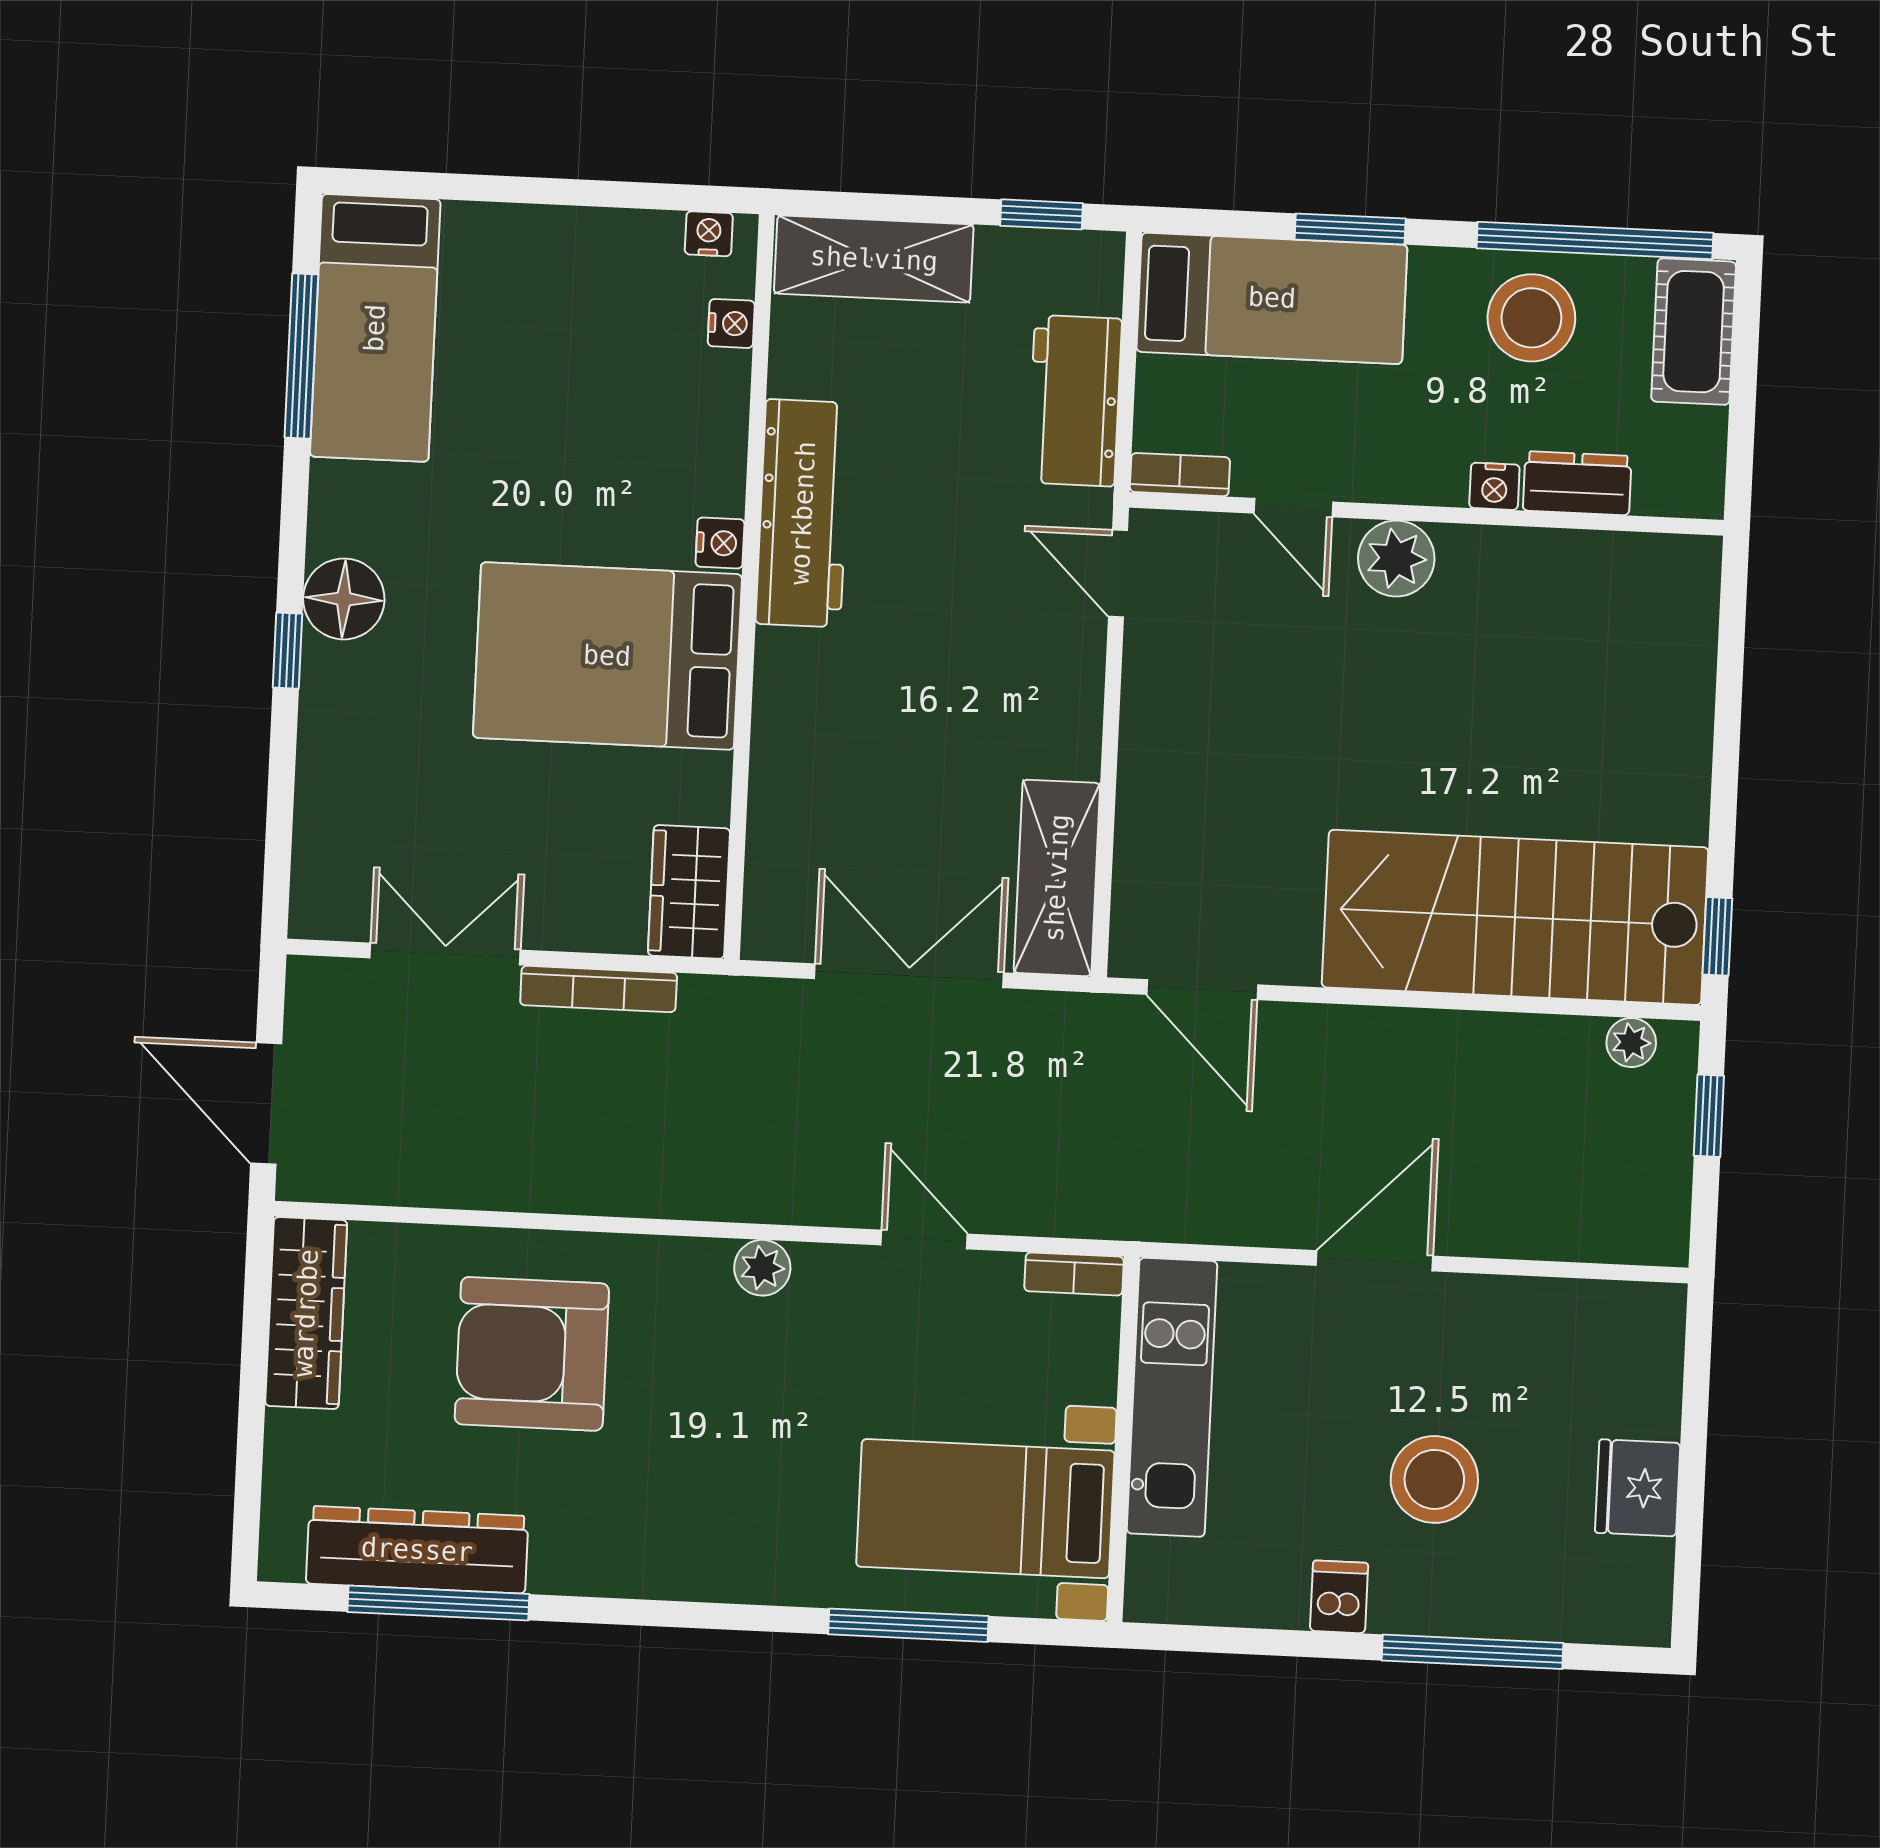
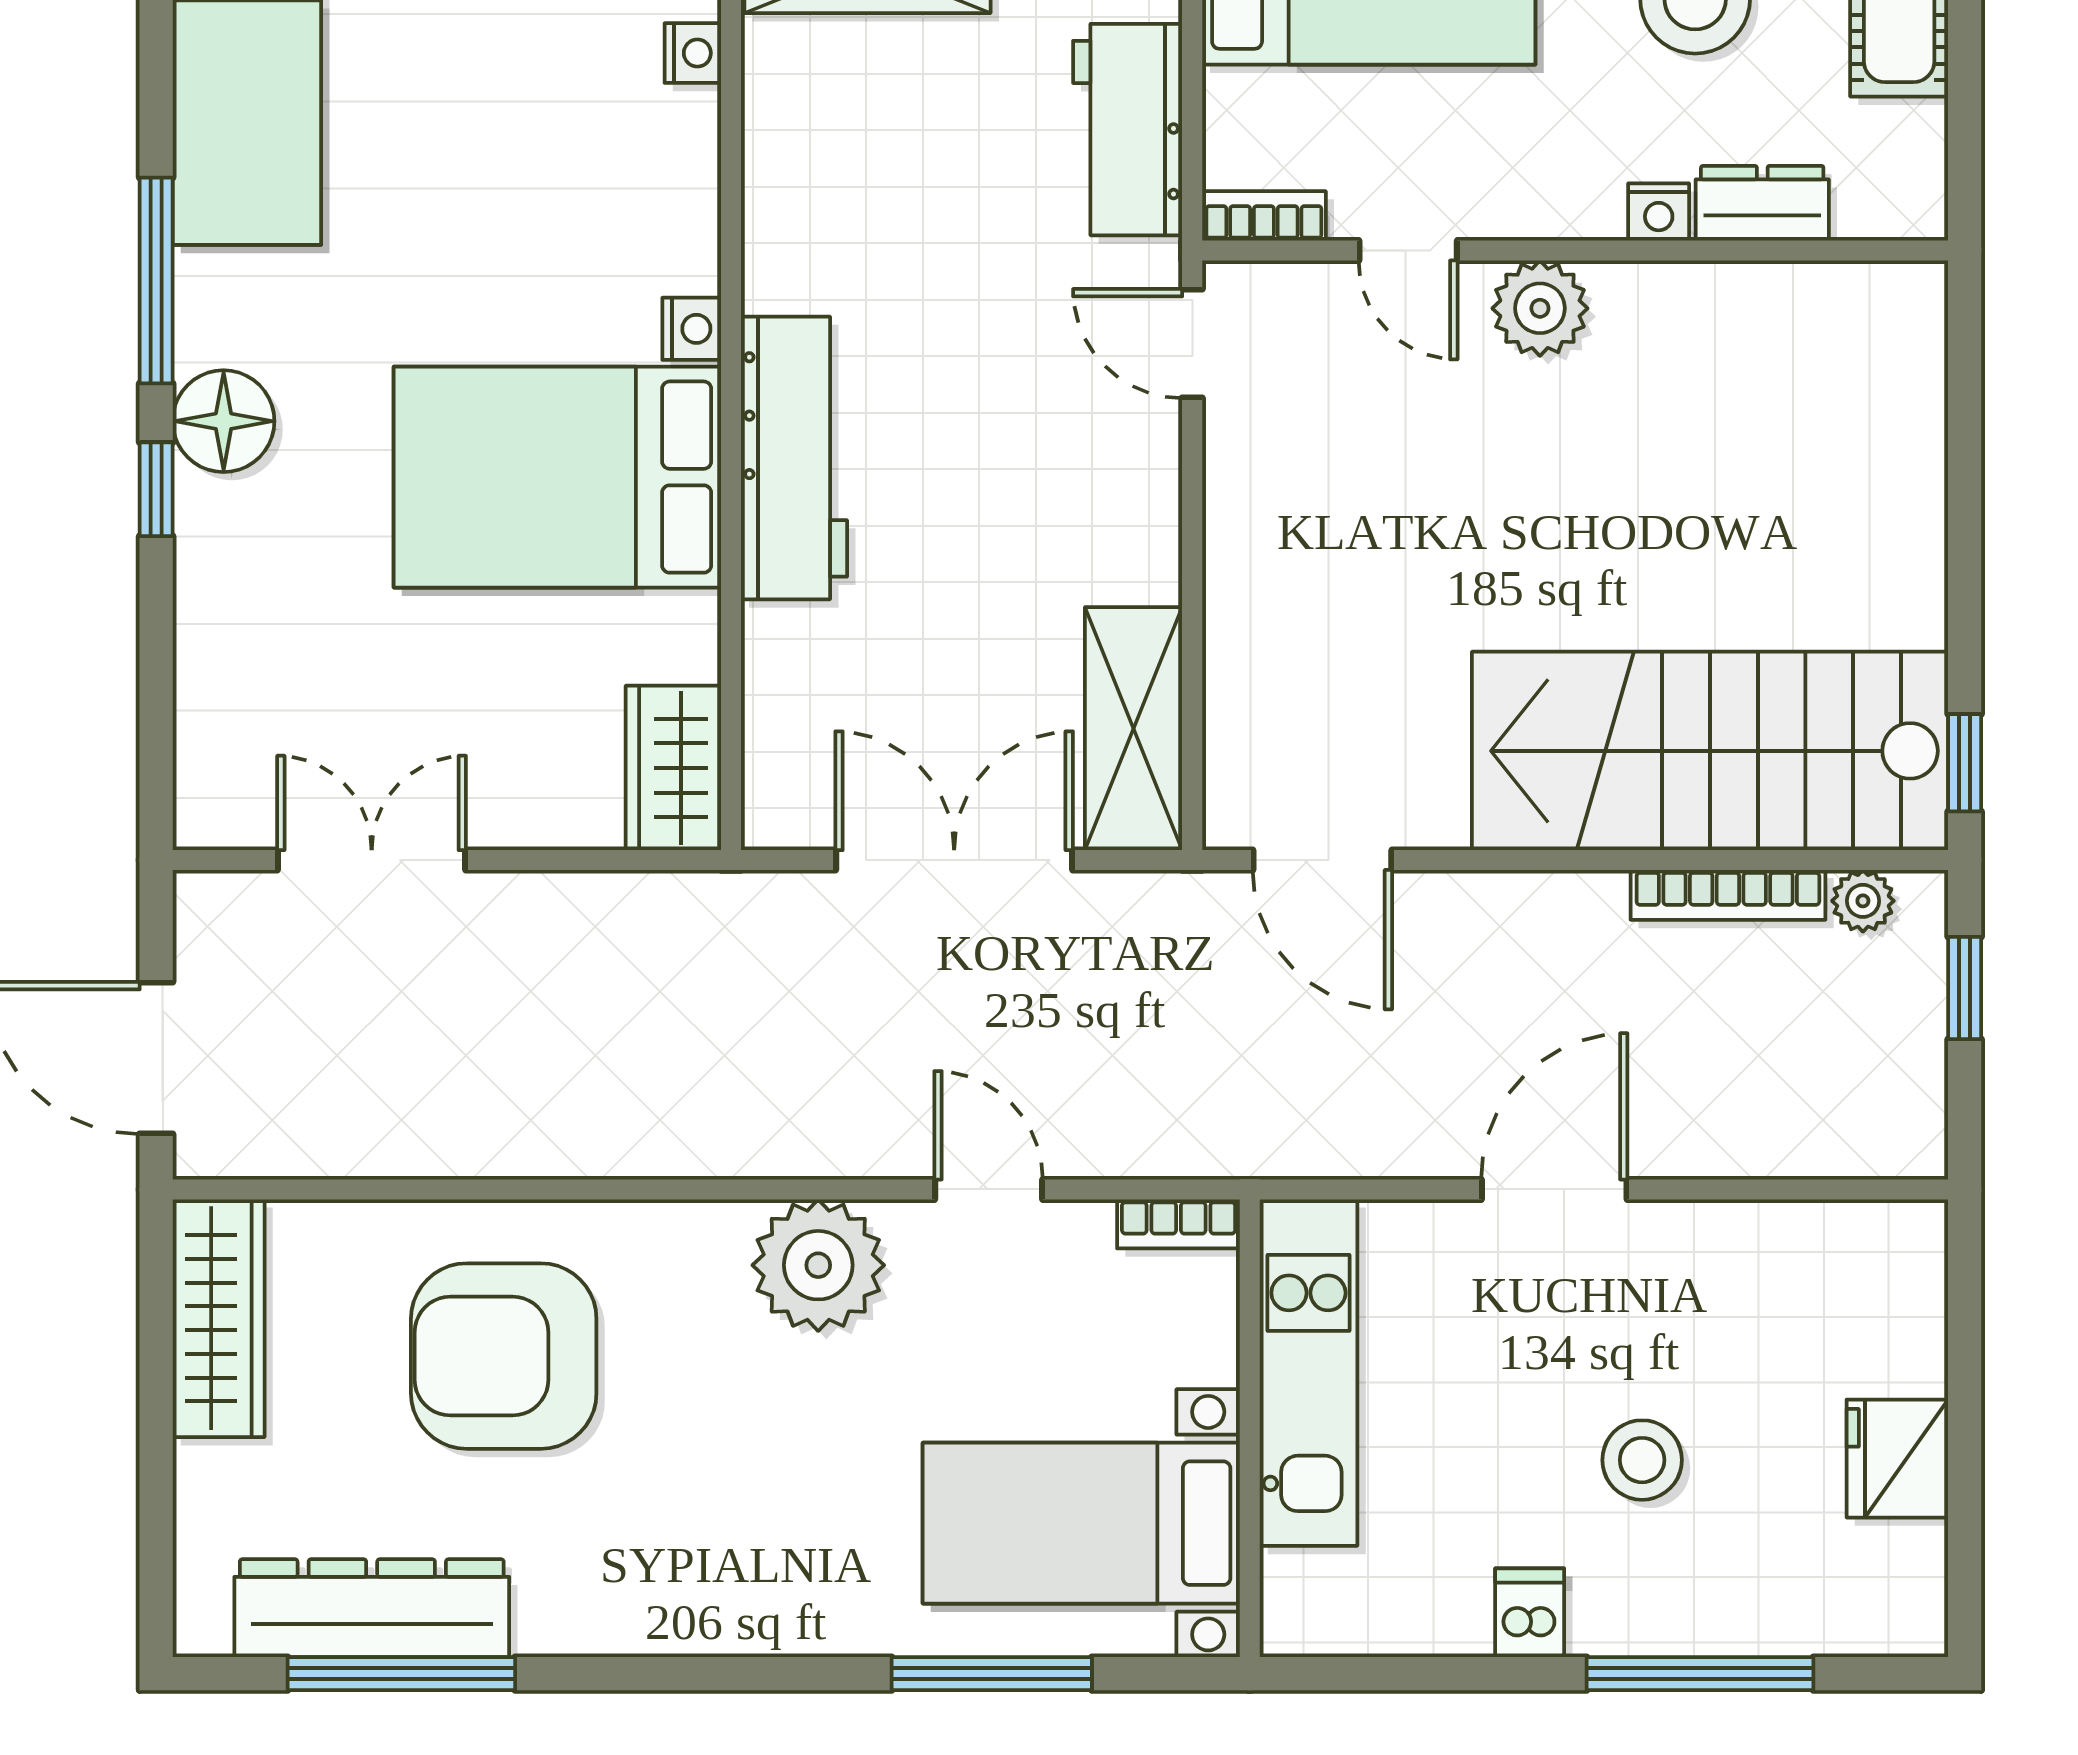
window: (301, 356) -> (156, 280), moved
workbench: (803, 513) -> (794, 458), moved
bookcase: (599, 989) -> (1728, 895), moved
plant: (762, 1268) -> (818, 1265), width x1.88, depth x1.88
stool: (1434, 1479) -> (1642, 1460), width x0.73, depth x0.73

